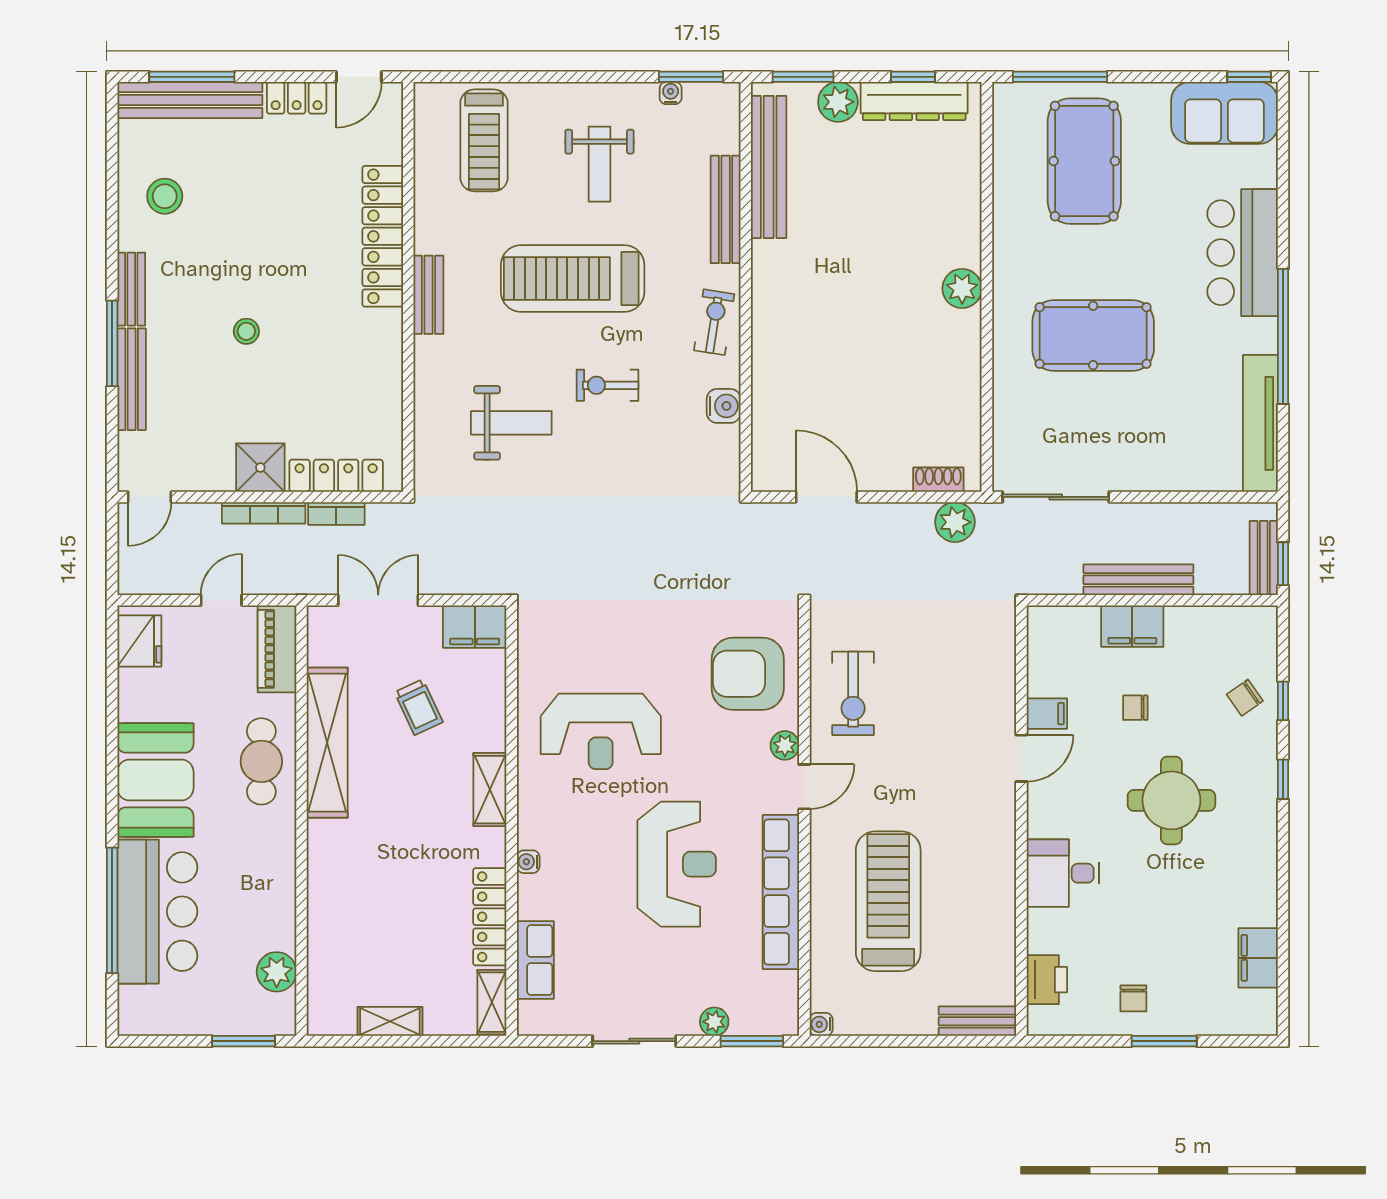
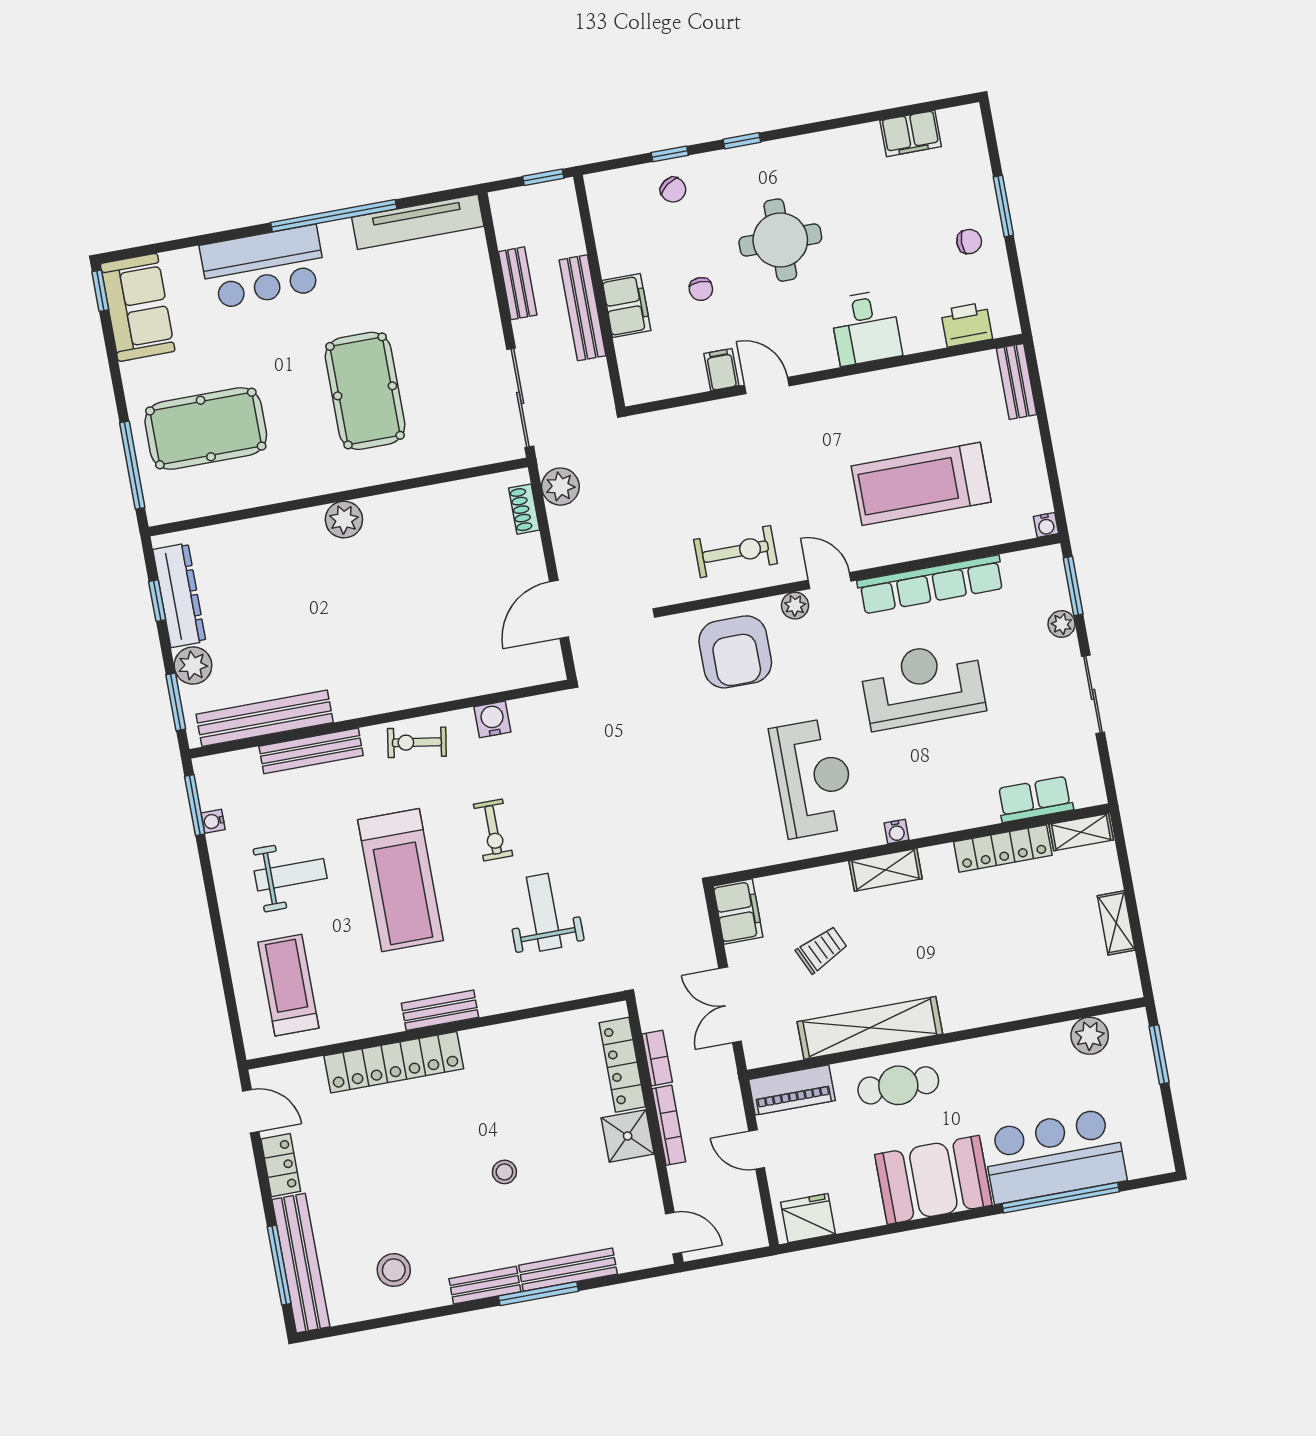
treadmill: (484, 140) -> (288, 985), turned -90
bench: (1264, 558) -> (518, 283), moved, turned 90
water cooler: (528, 862) -> (896, 832), moved

